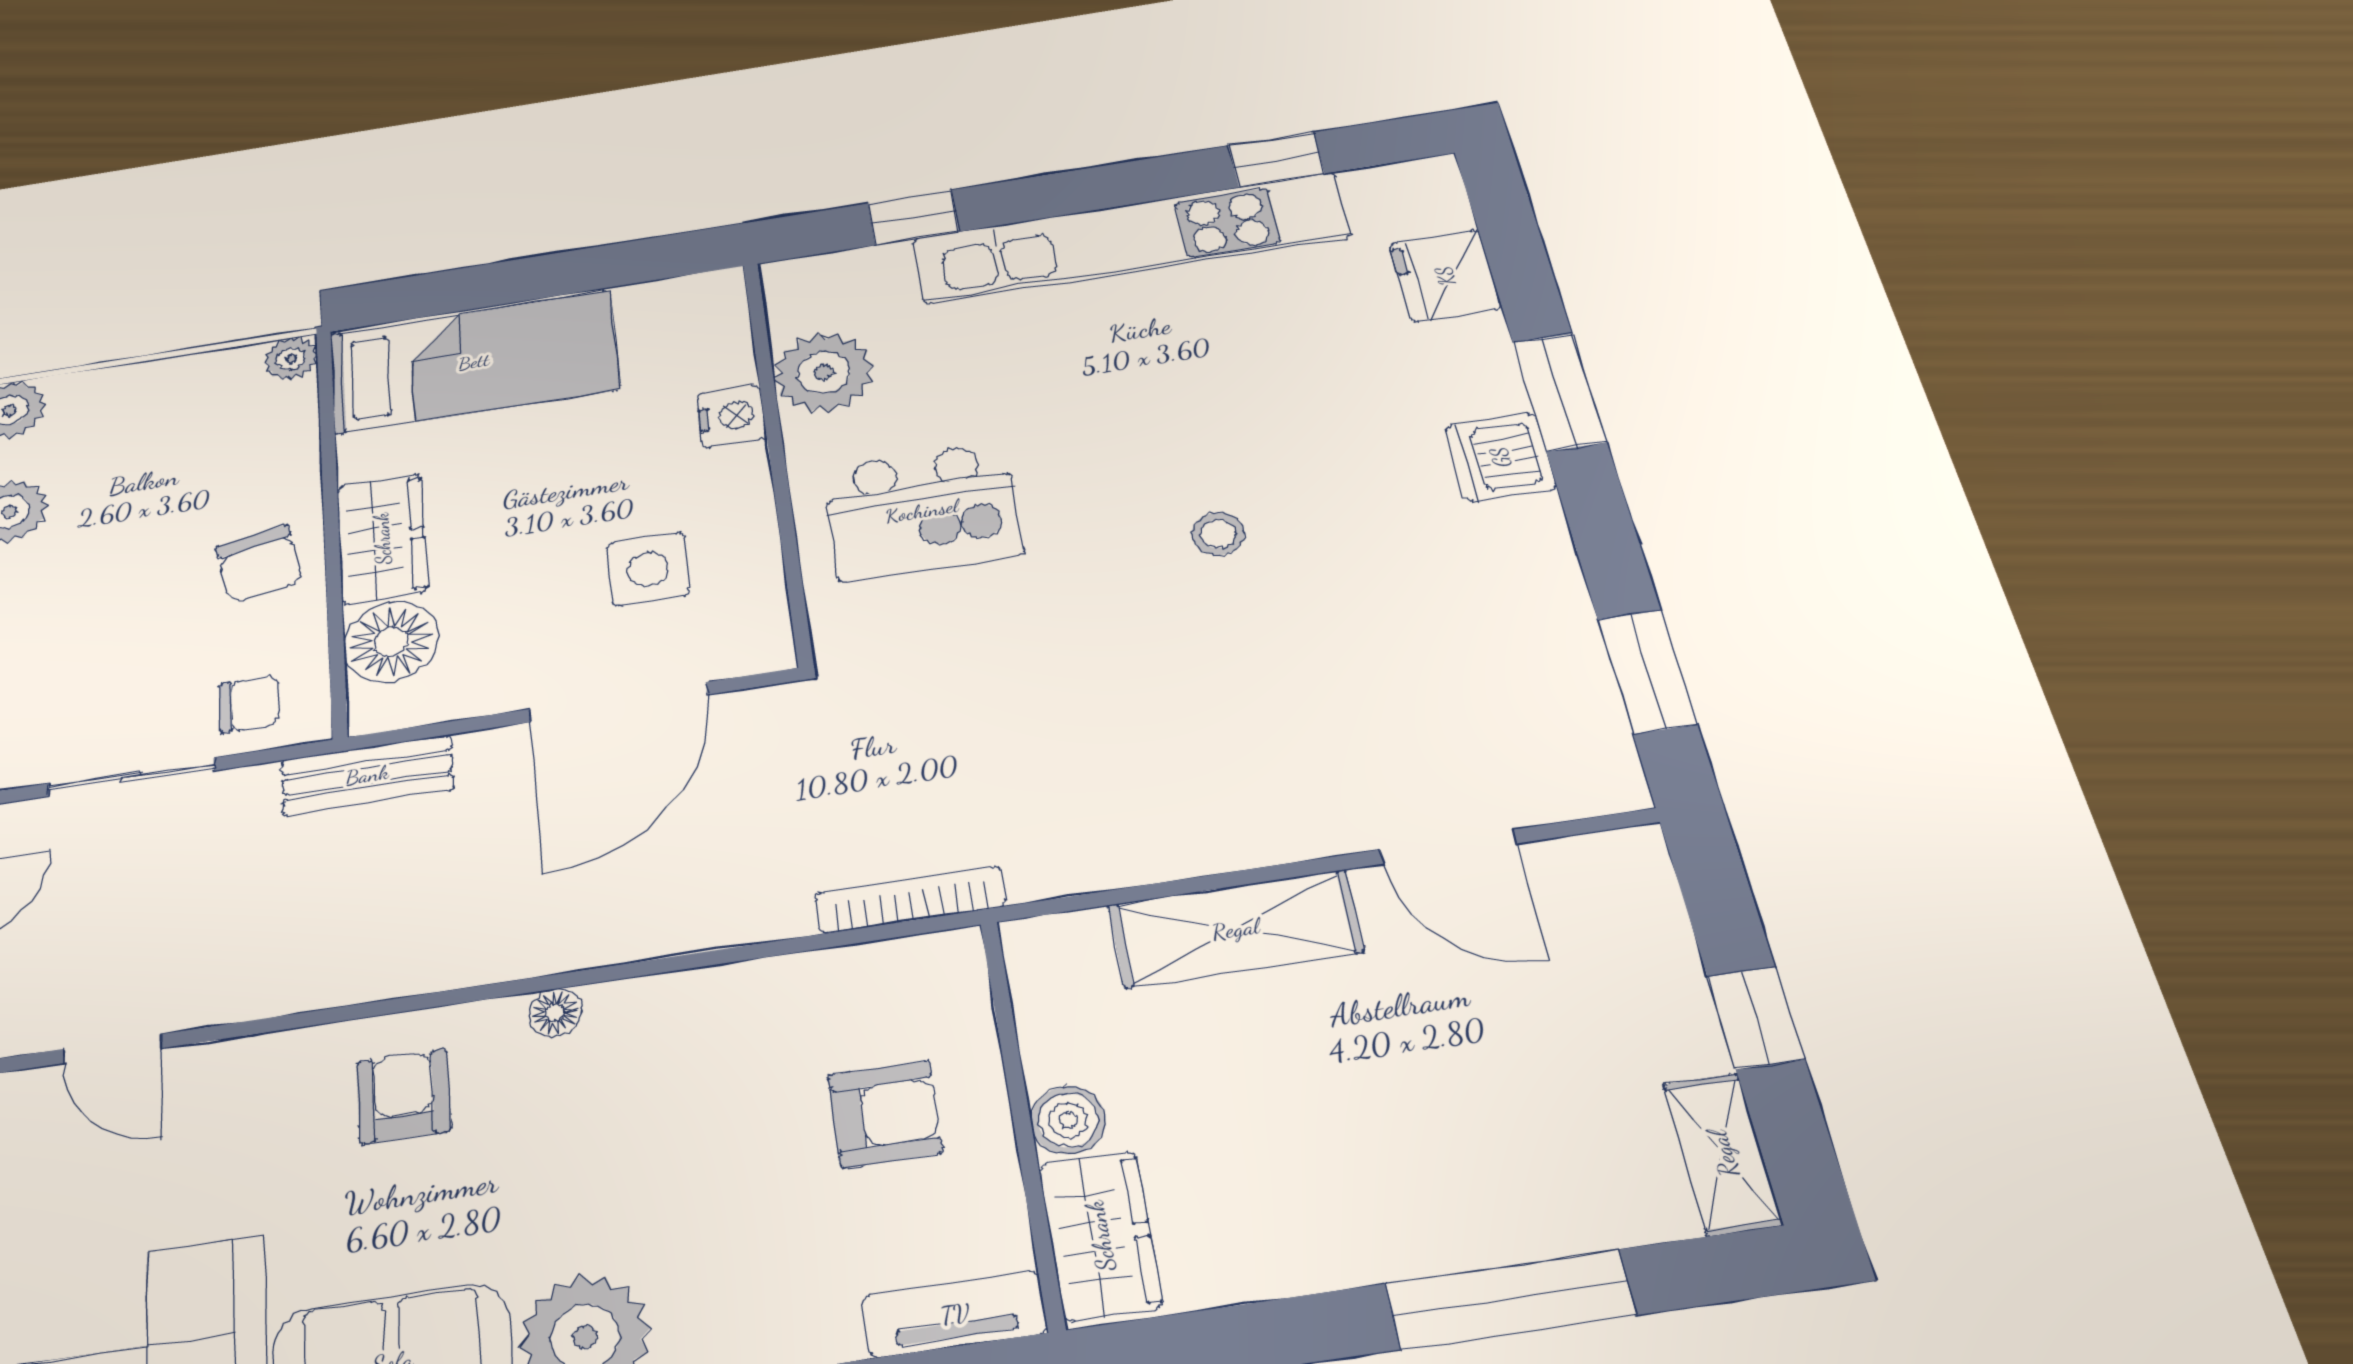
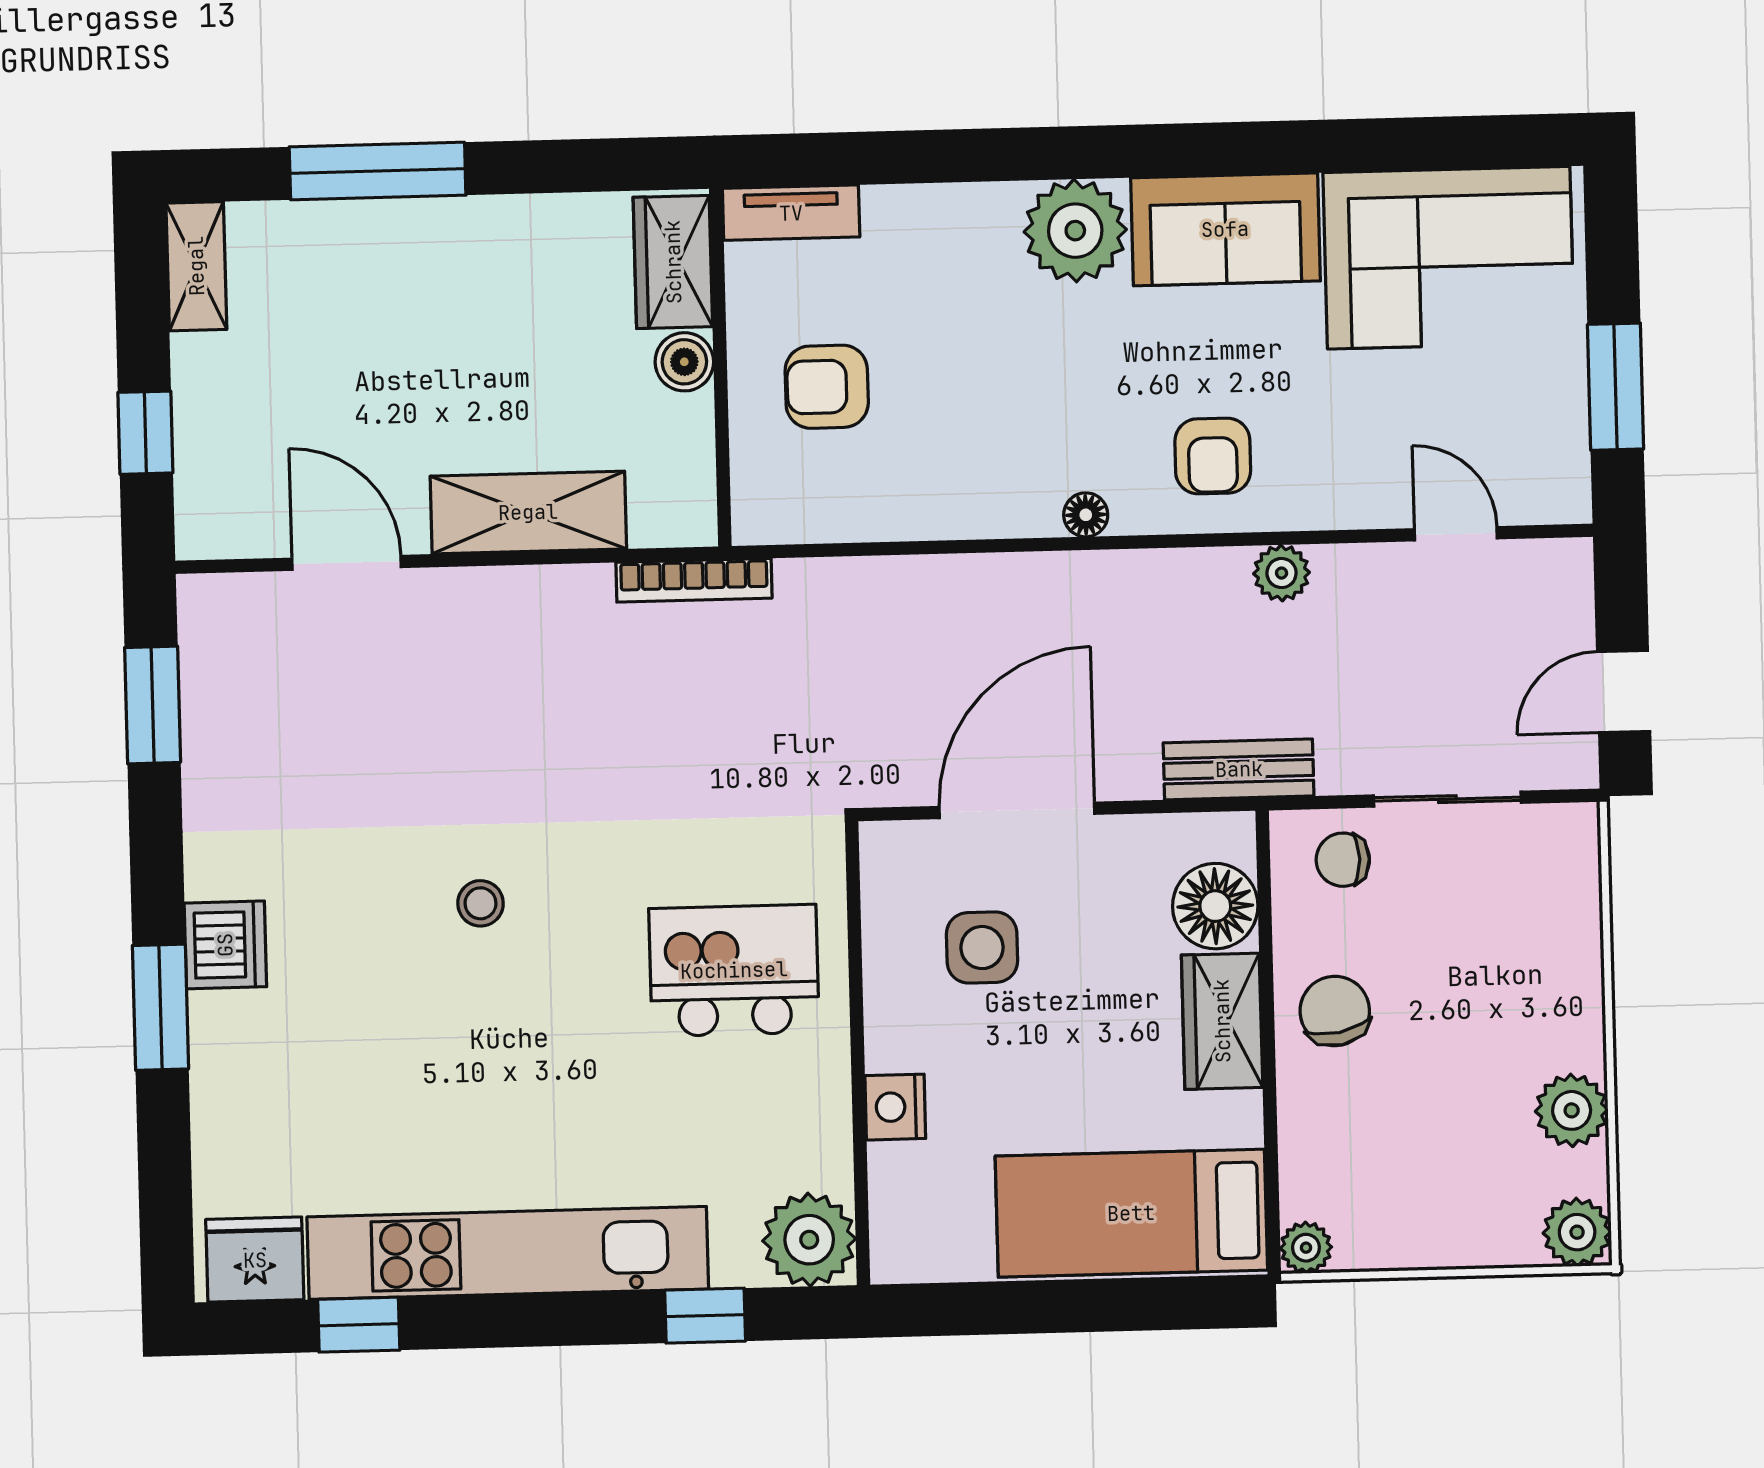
fridge: (1445, 276) -> (255, 1260), moved, turned -90
plant: (824, 372) -> (809, 1240), moved
bookcase: (910, 900) -> (694, 580), moved
plant: (319, 980) -> (1282, 573), added
window: (1756, 1018) -> (145, 433), moved

